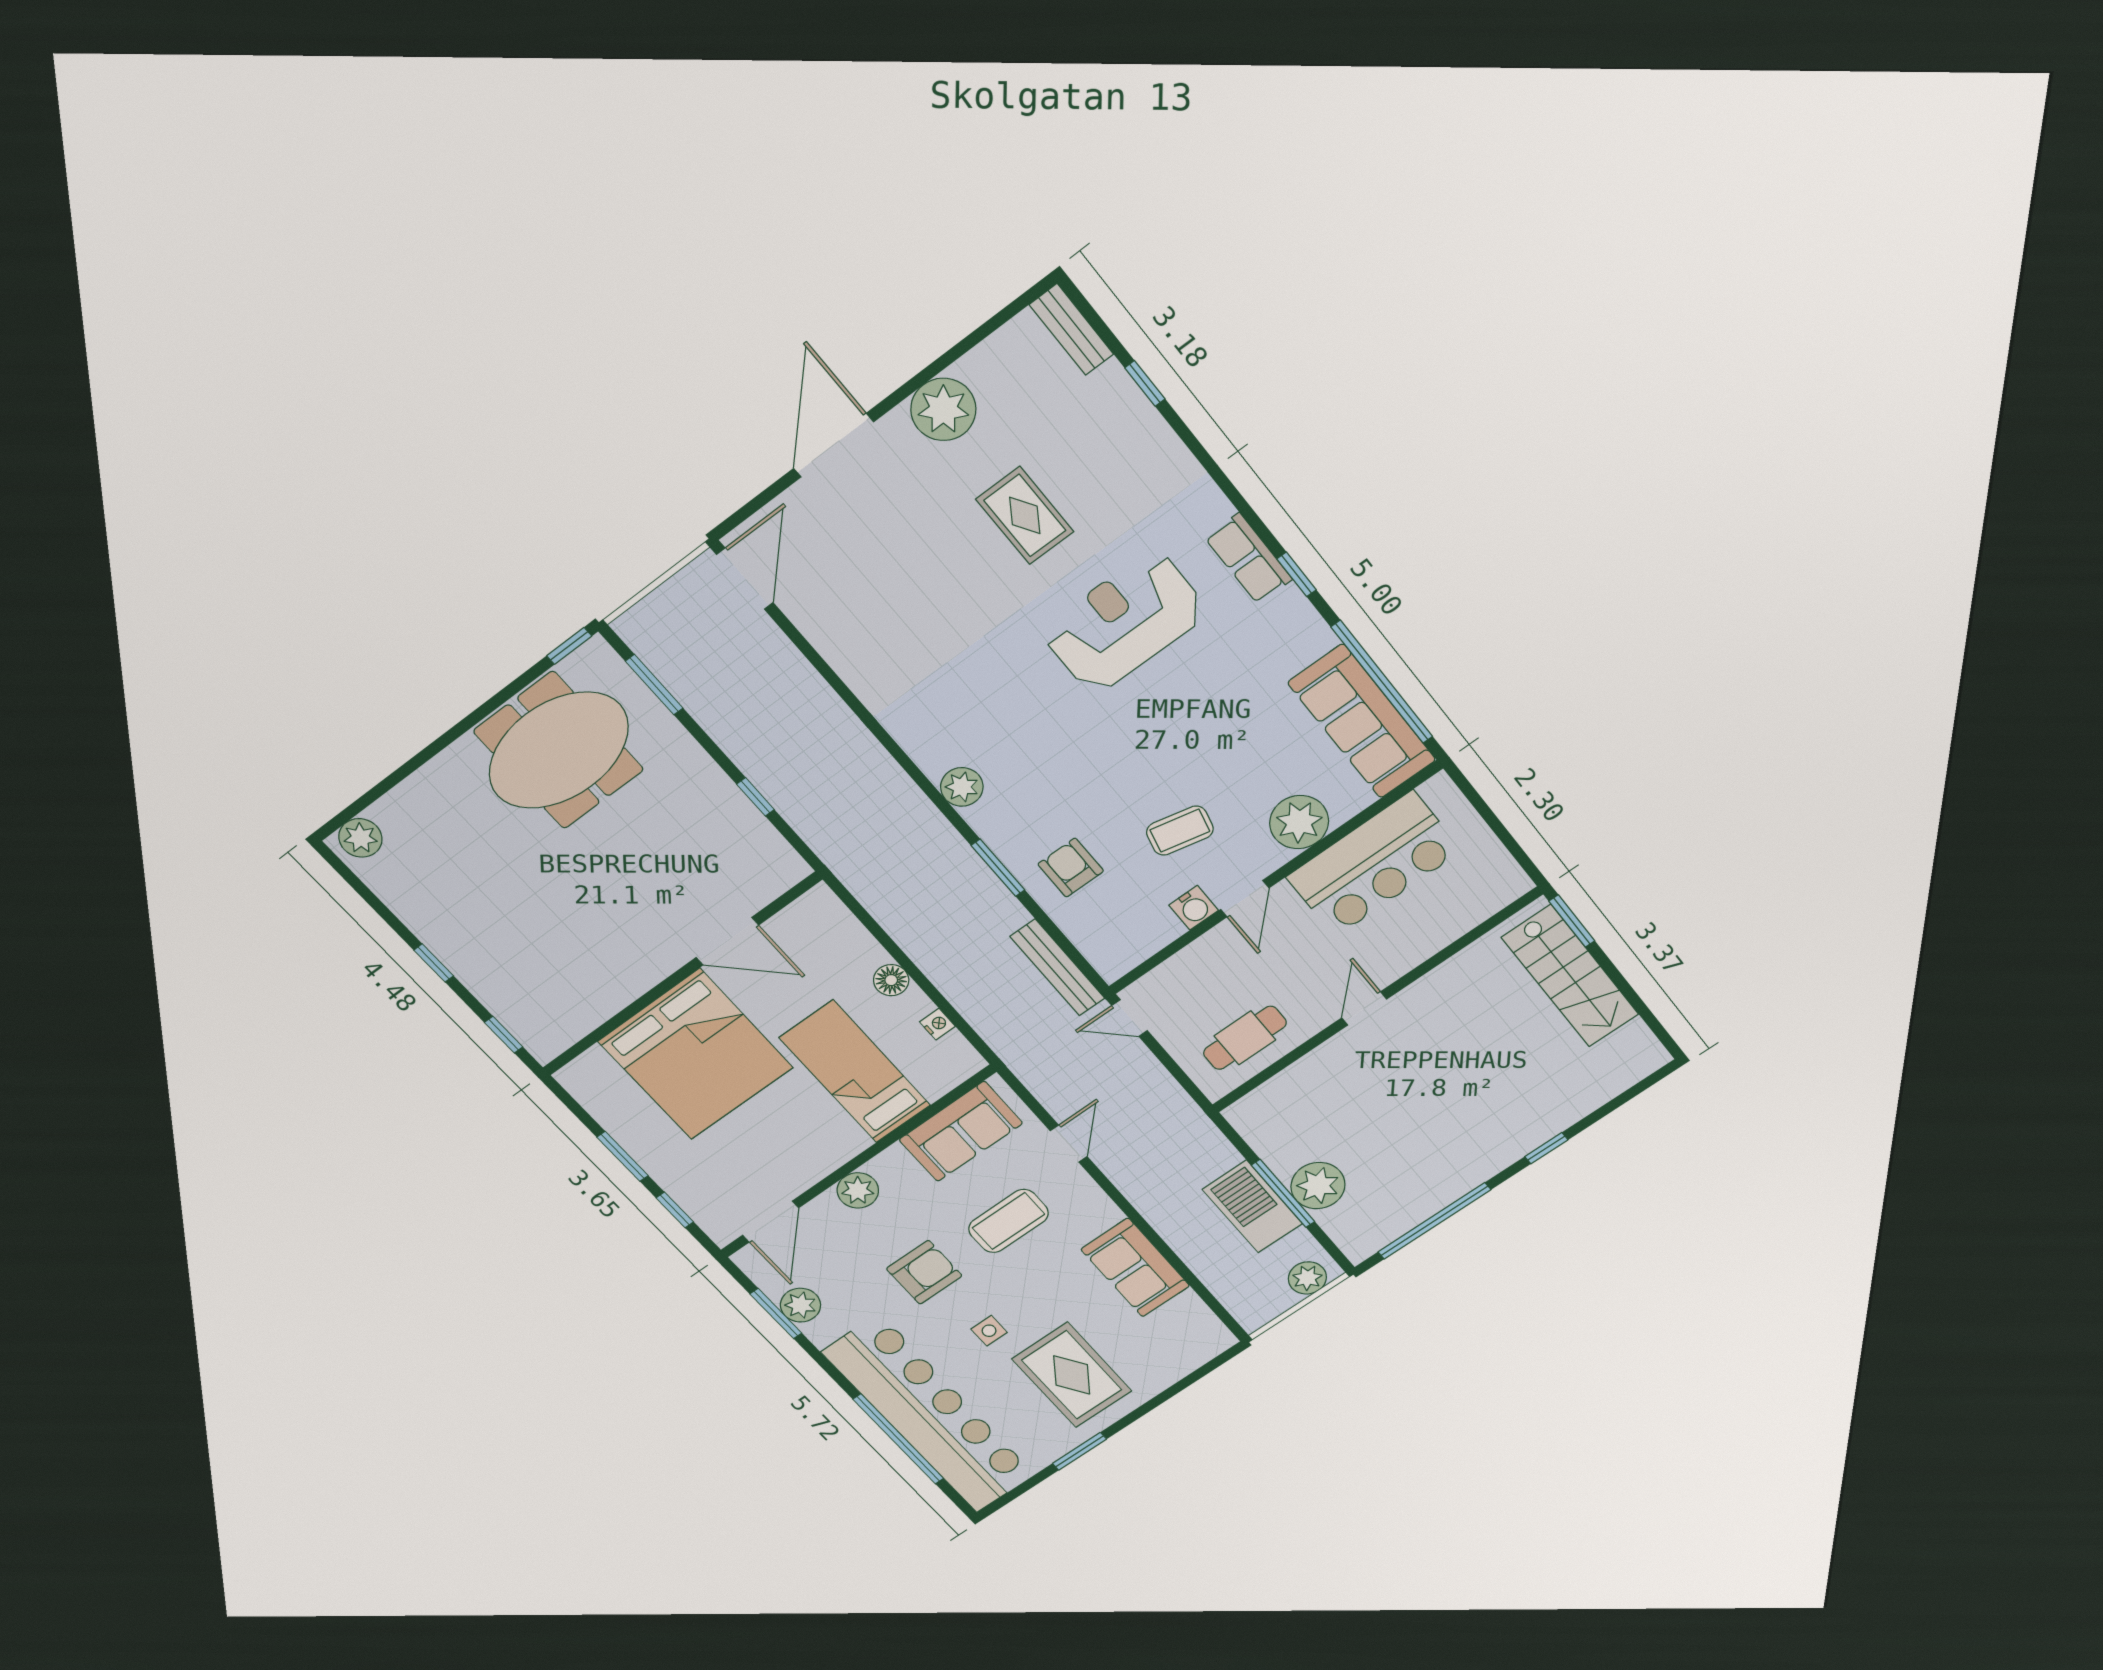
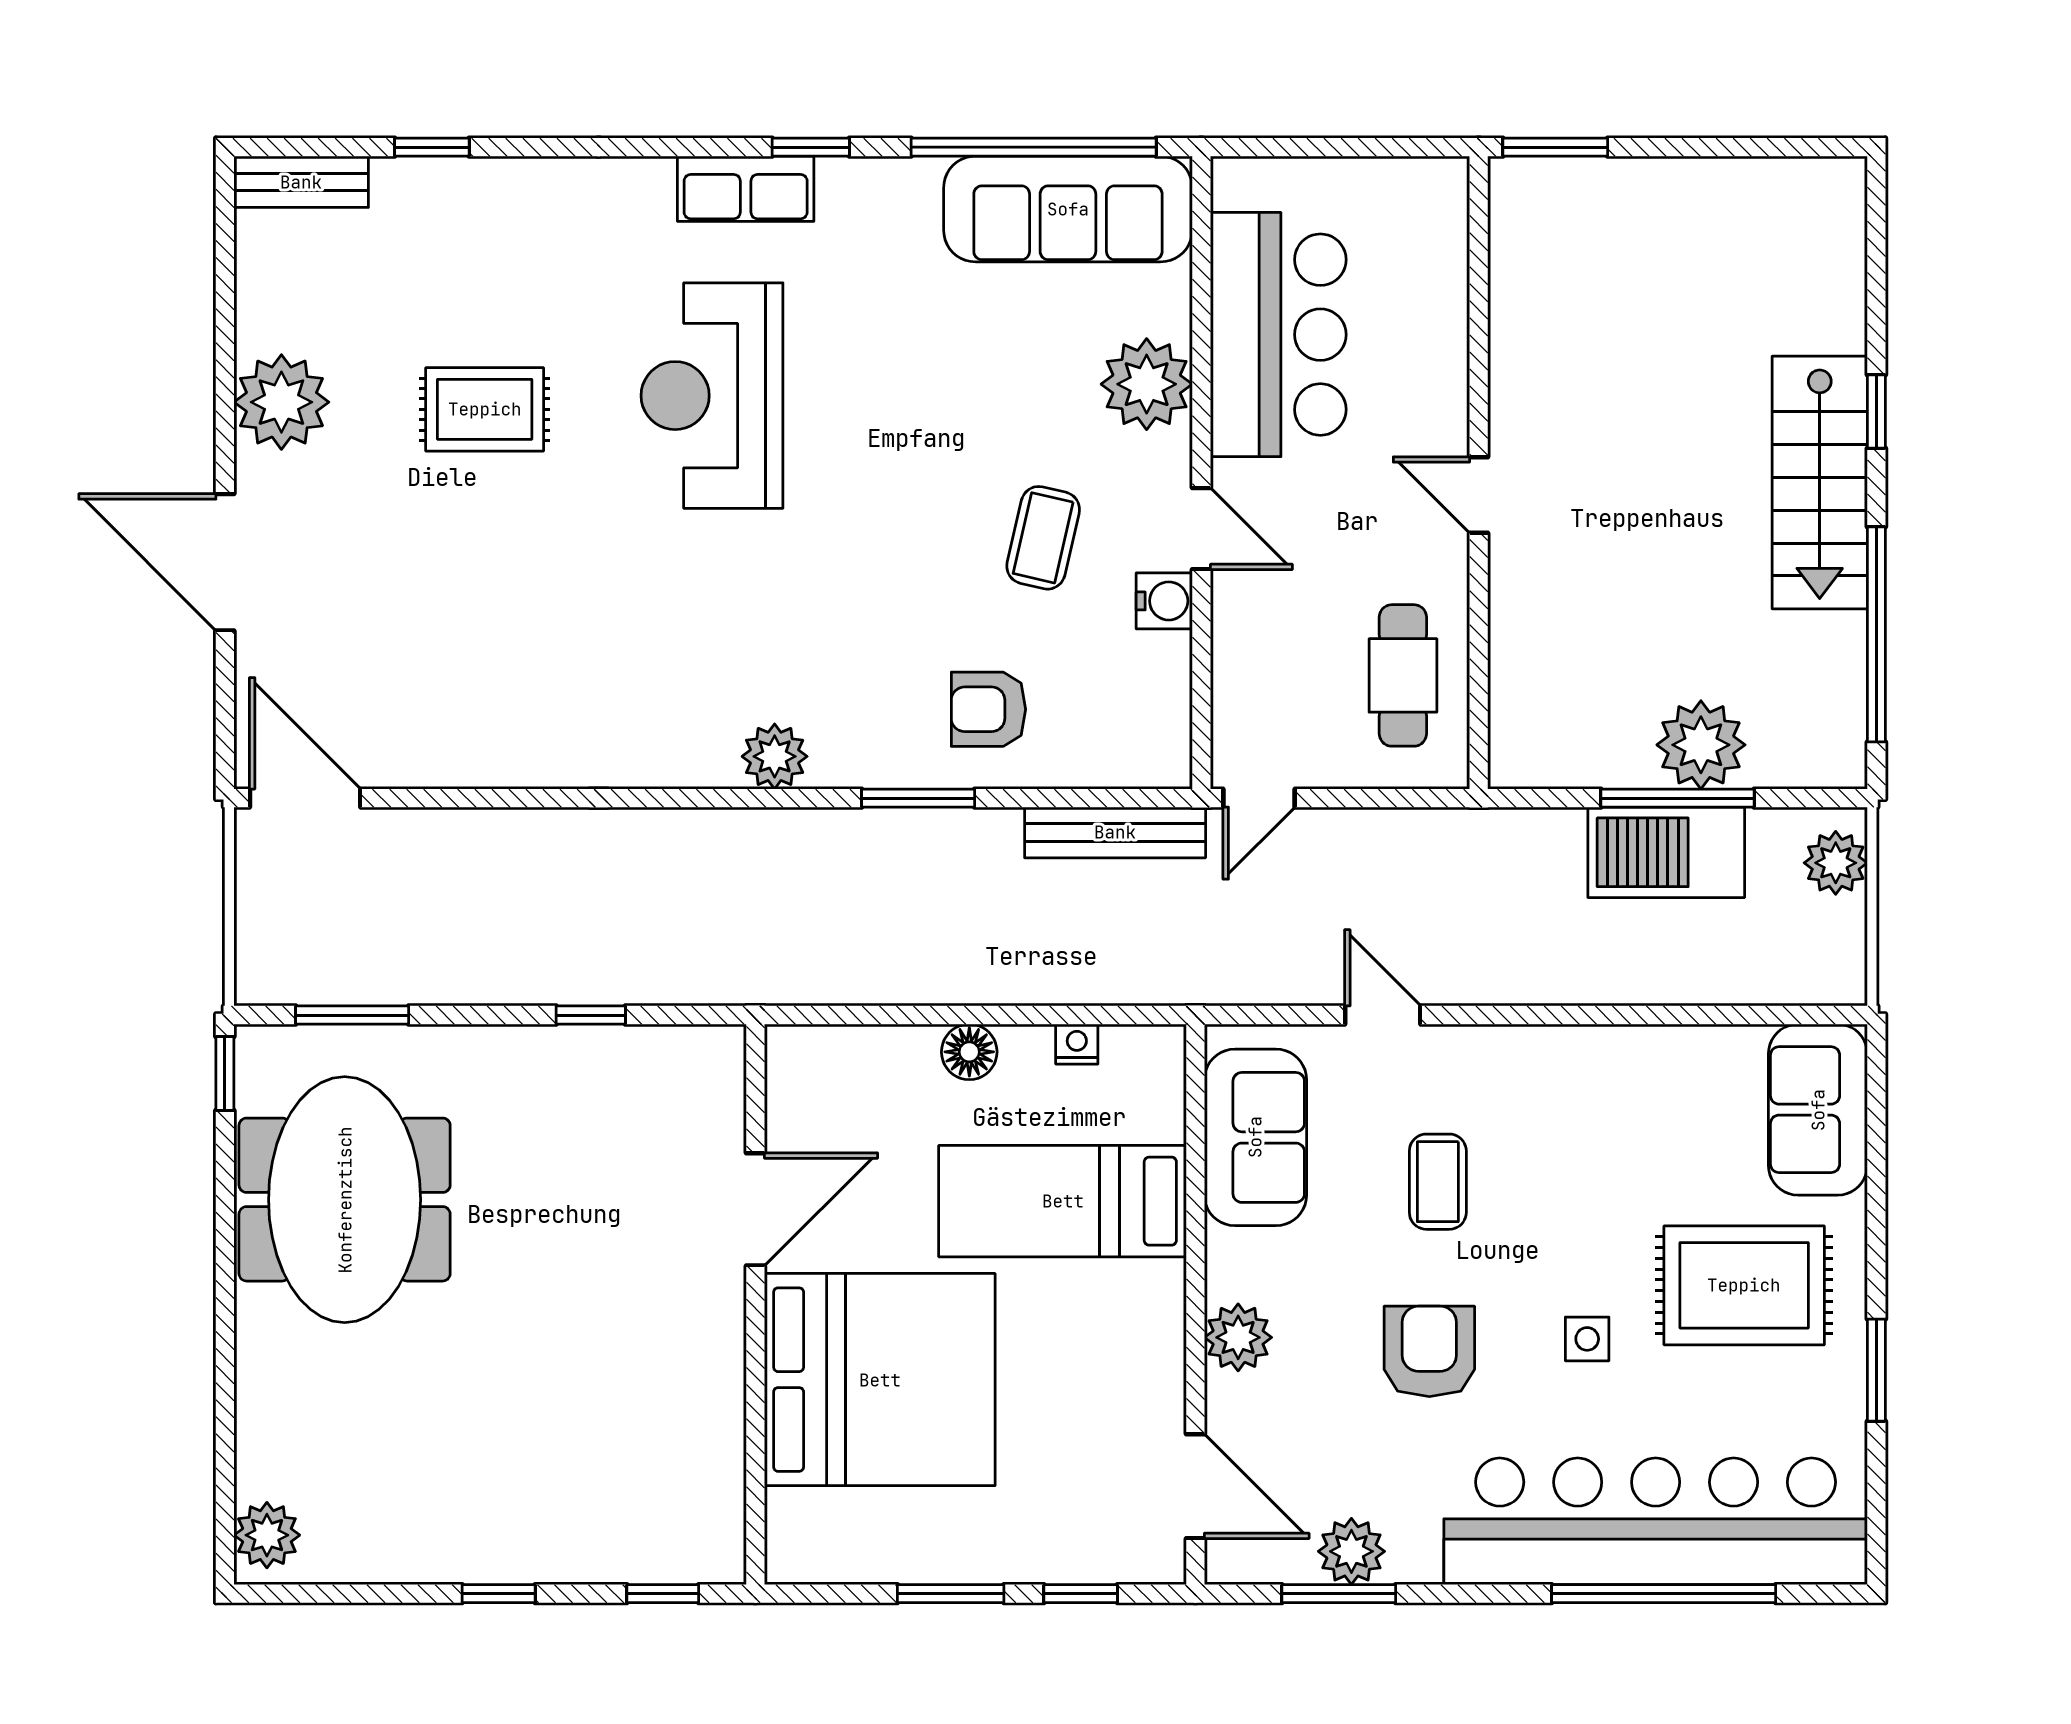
stairs: (1570, 976) -> (1820, 482), moved, turned 90
coffee table: (1009, 1221) -> (1438, 1182), width x0.73, depth x0.77
sofa: (1135, 1268) -> (1818, 1110), moved, turned 90

